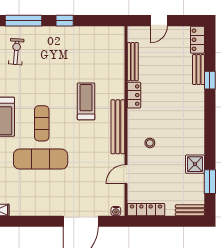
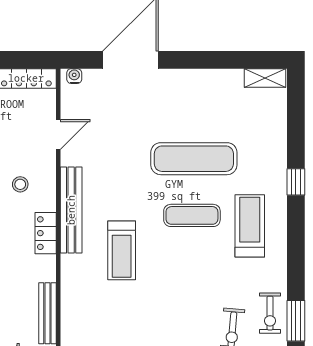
locker: (134, 95) -> (46, 233), moved
exercise mat: (42, 123) -> (192, 215), turned 90

